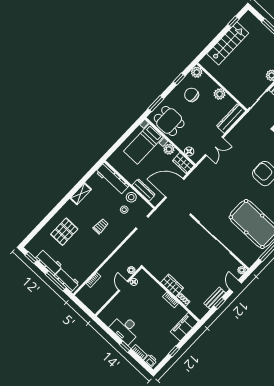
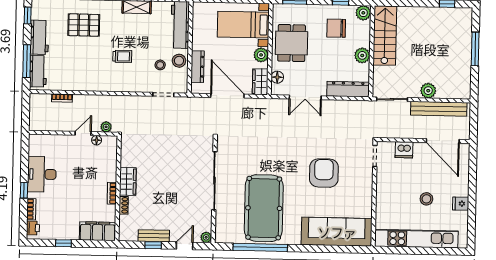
stairs: (228, 43) -> (385, 36), moved, turned -90
chair: (192, 95) -> (336, 28), turned -90
dining table: (169, 121) -> (292, 43), moved

